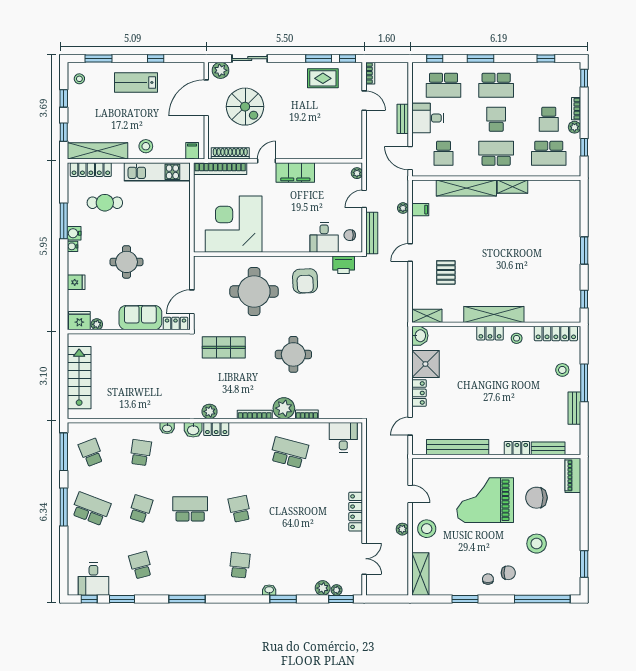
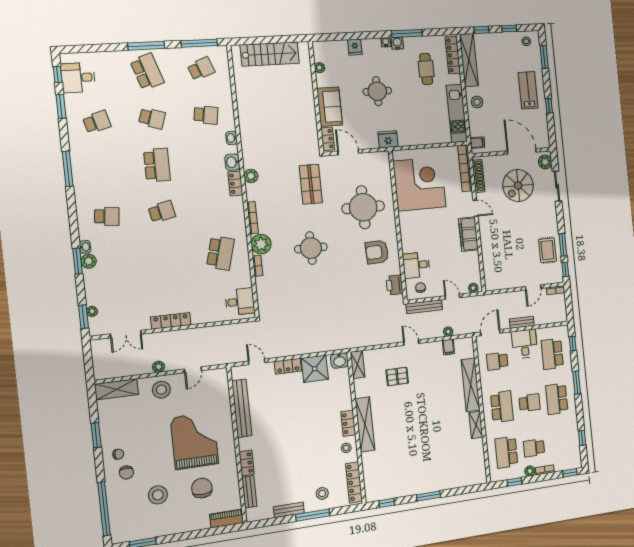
fridge: (79, 321) -> (388, 139), moved, turned -90
school desk: (91, 509) -> (147, 72), turned -39
plant: (323, 588) -> (89, 261), moved

